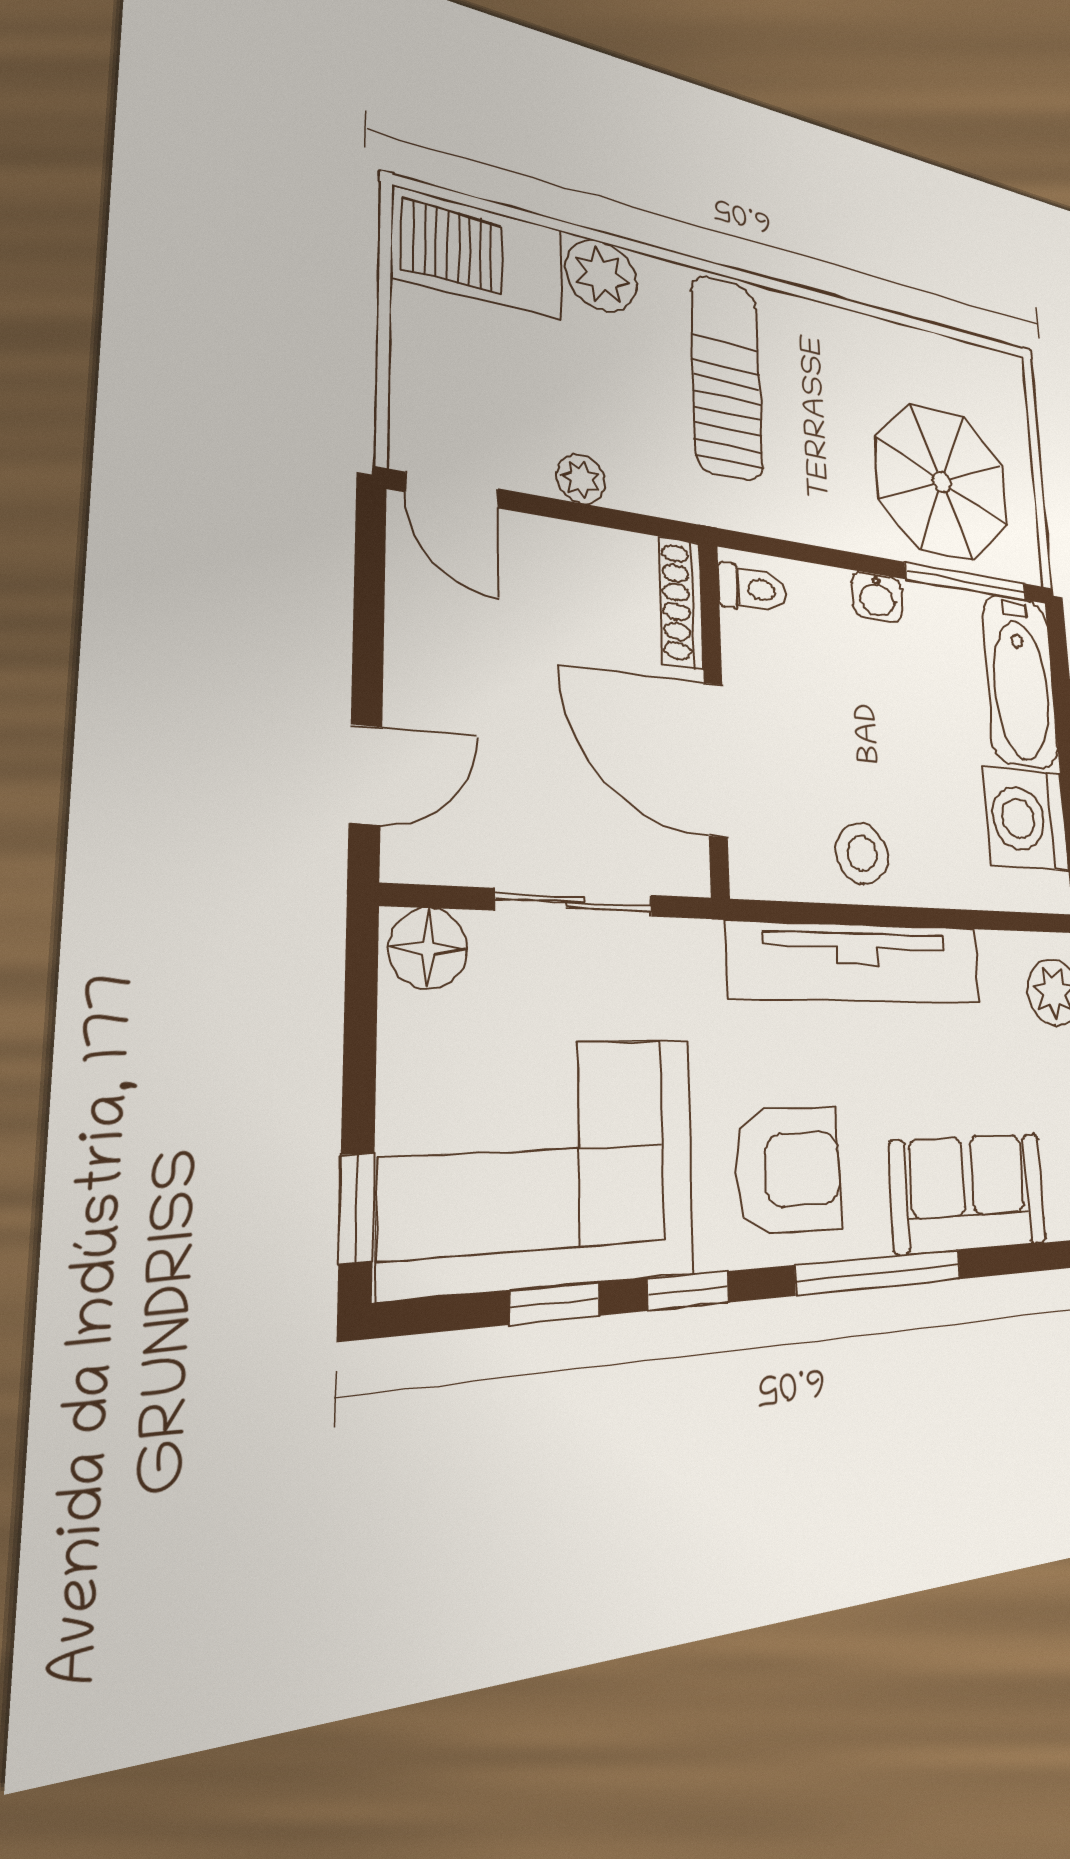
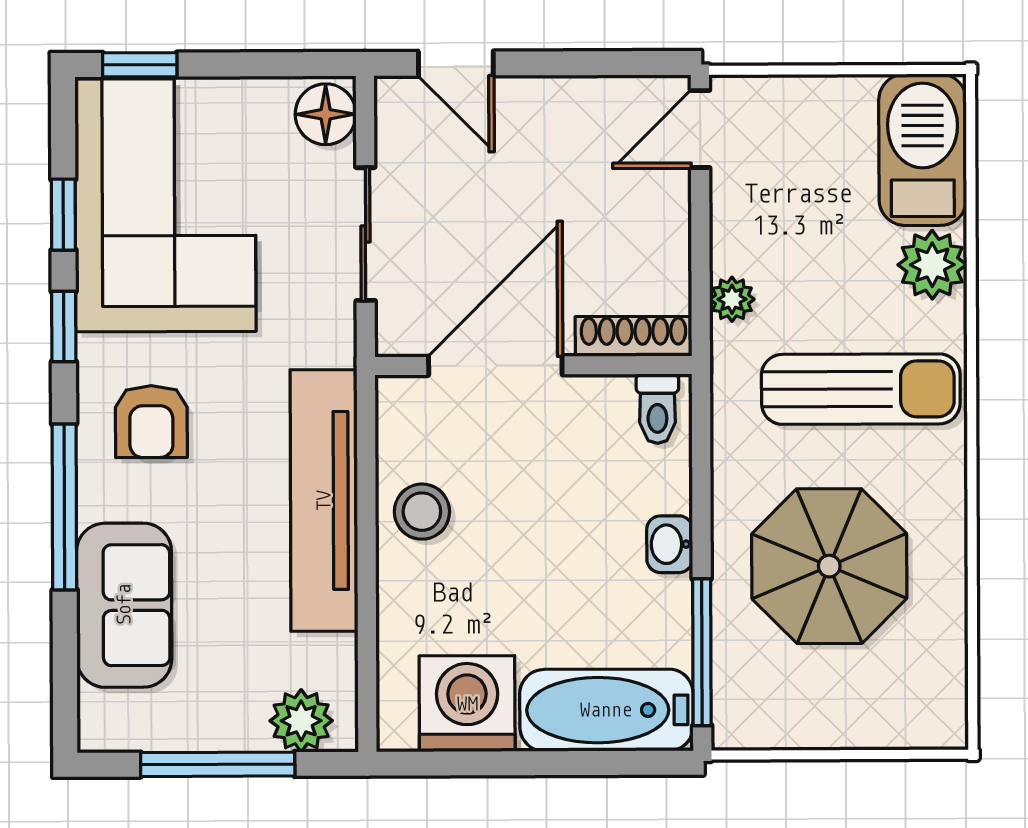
plant: (581, 479) -> (732, 299), moved
parasol: (942, 482) -> (829, 566), moved
armchair: (788, 1170) -> (151, 422), width x0.72, depth x0.72

